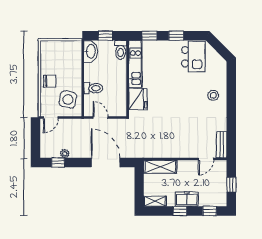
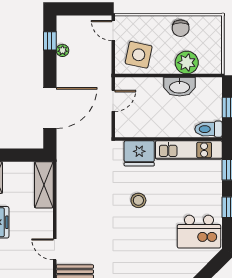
washbasin: (91, 51) -> (180, 87), moved
plant: (73, 65) -> (187, 63), added
chair: (50, 81) -> (181, 28), moved
toilet: (93, 88) -> (155, 91), removed
stool: (213, 95) -> (138, 200), moved

